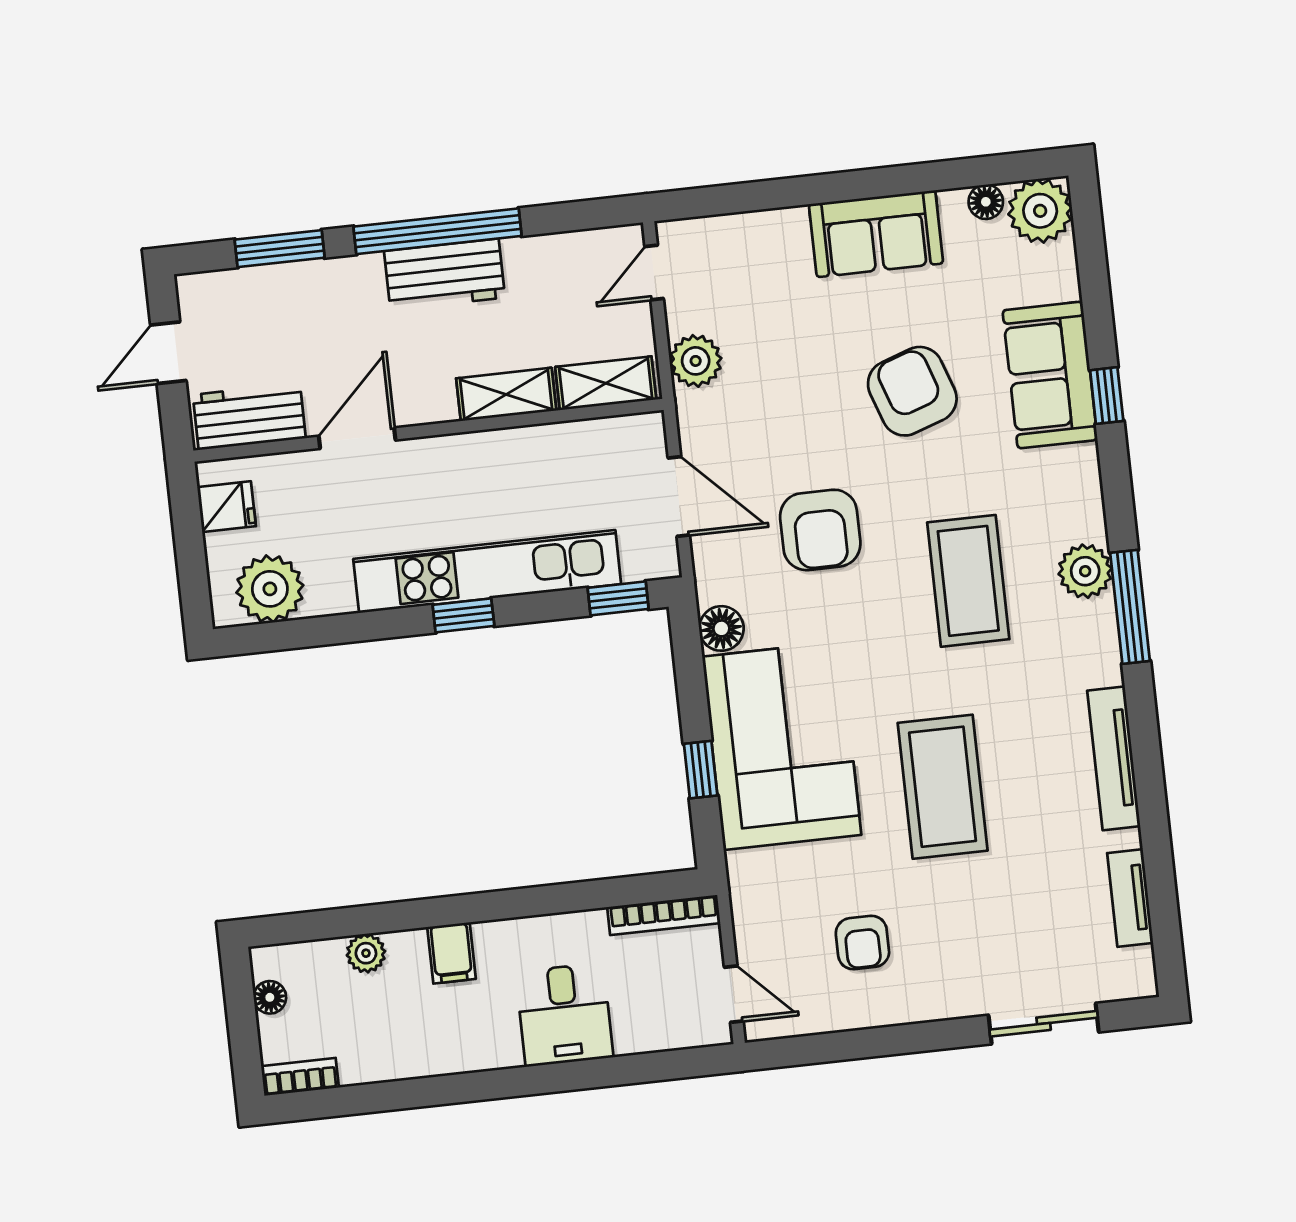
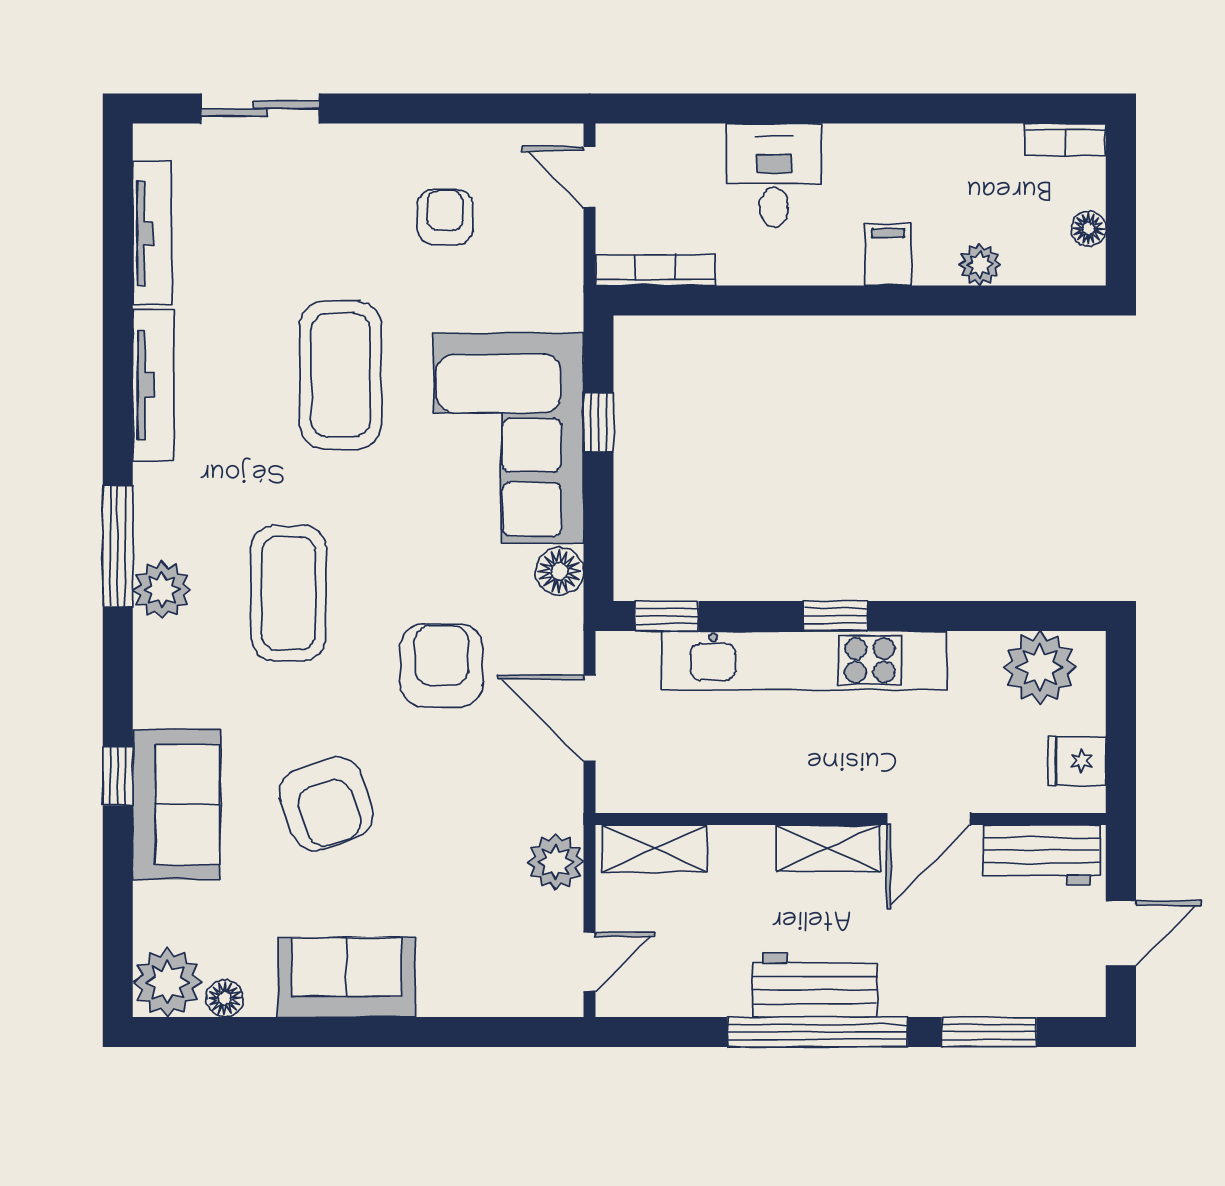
shelving: (506, 394) -> (828, 848), moved
tv unit: (1130, 898) -> (152, 233), width x1.41

